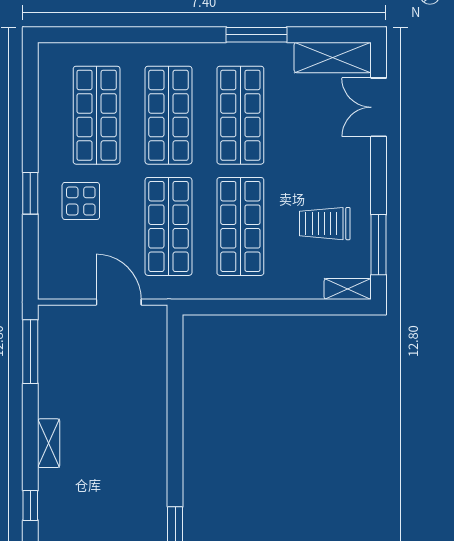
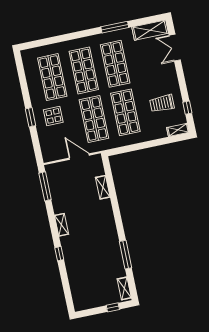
window: (379, 245) -> (187, 108), width x0.46
shelving: (156, 380) -> (103, 187), added

